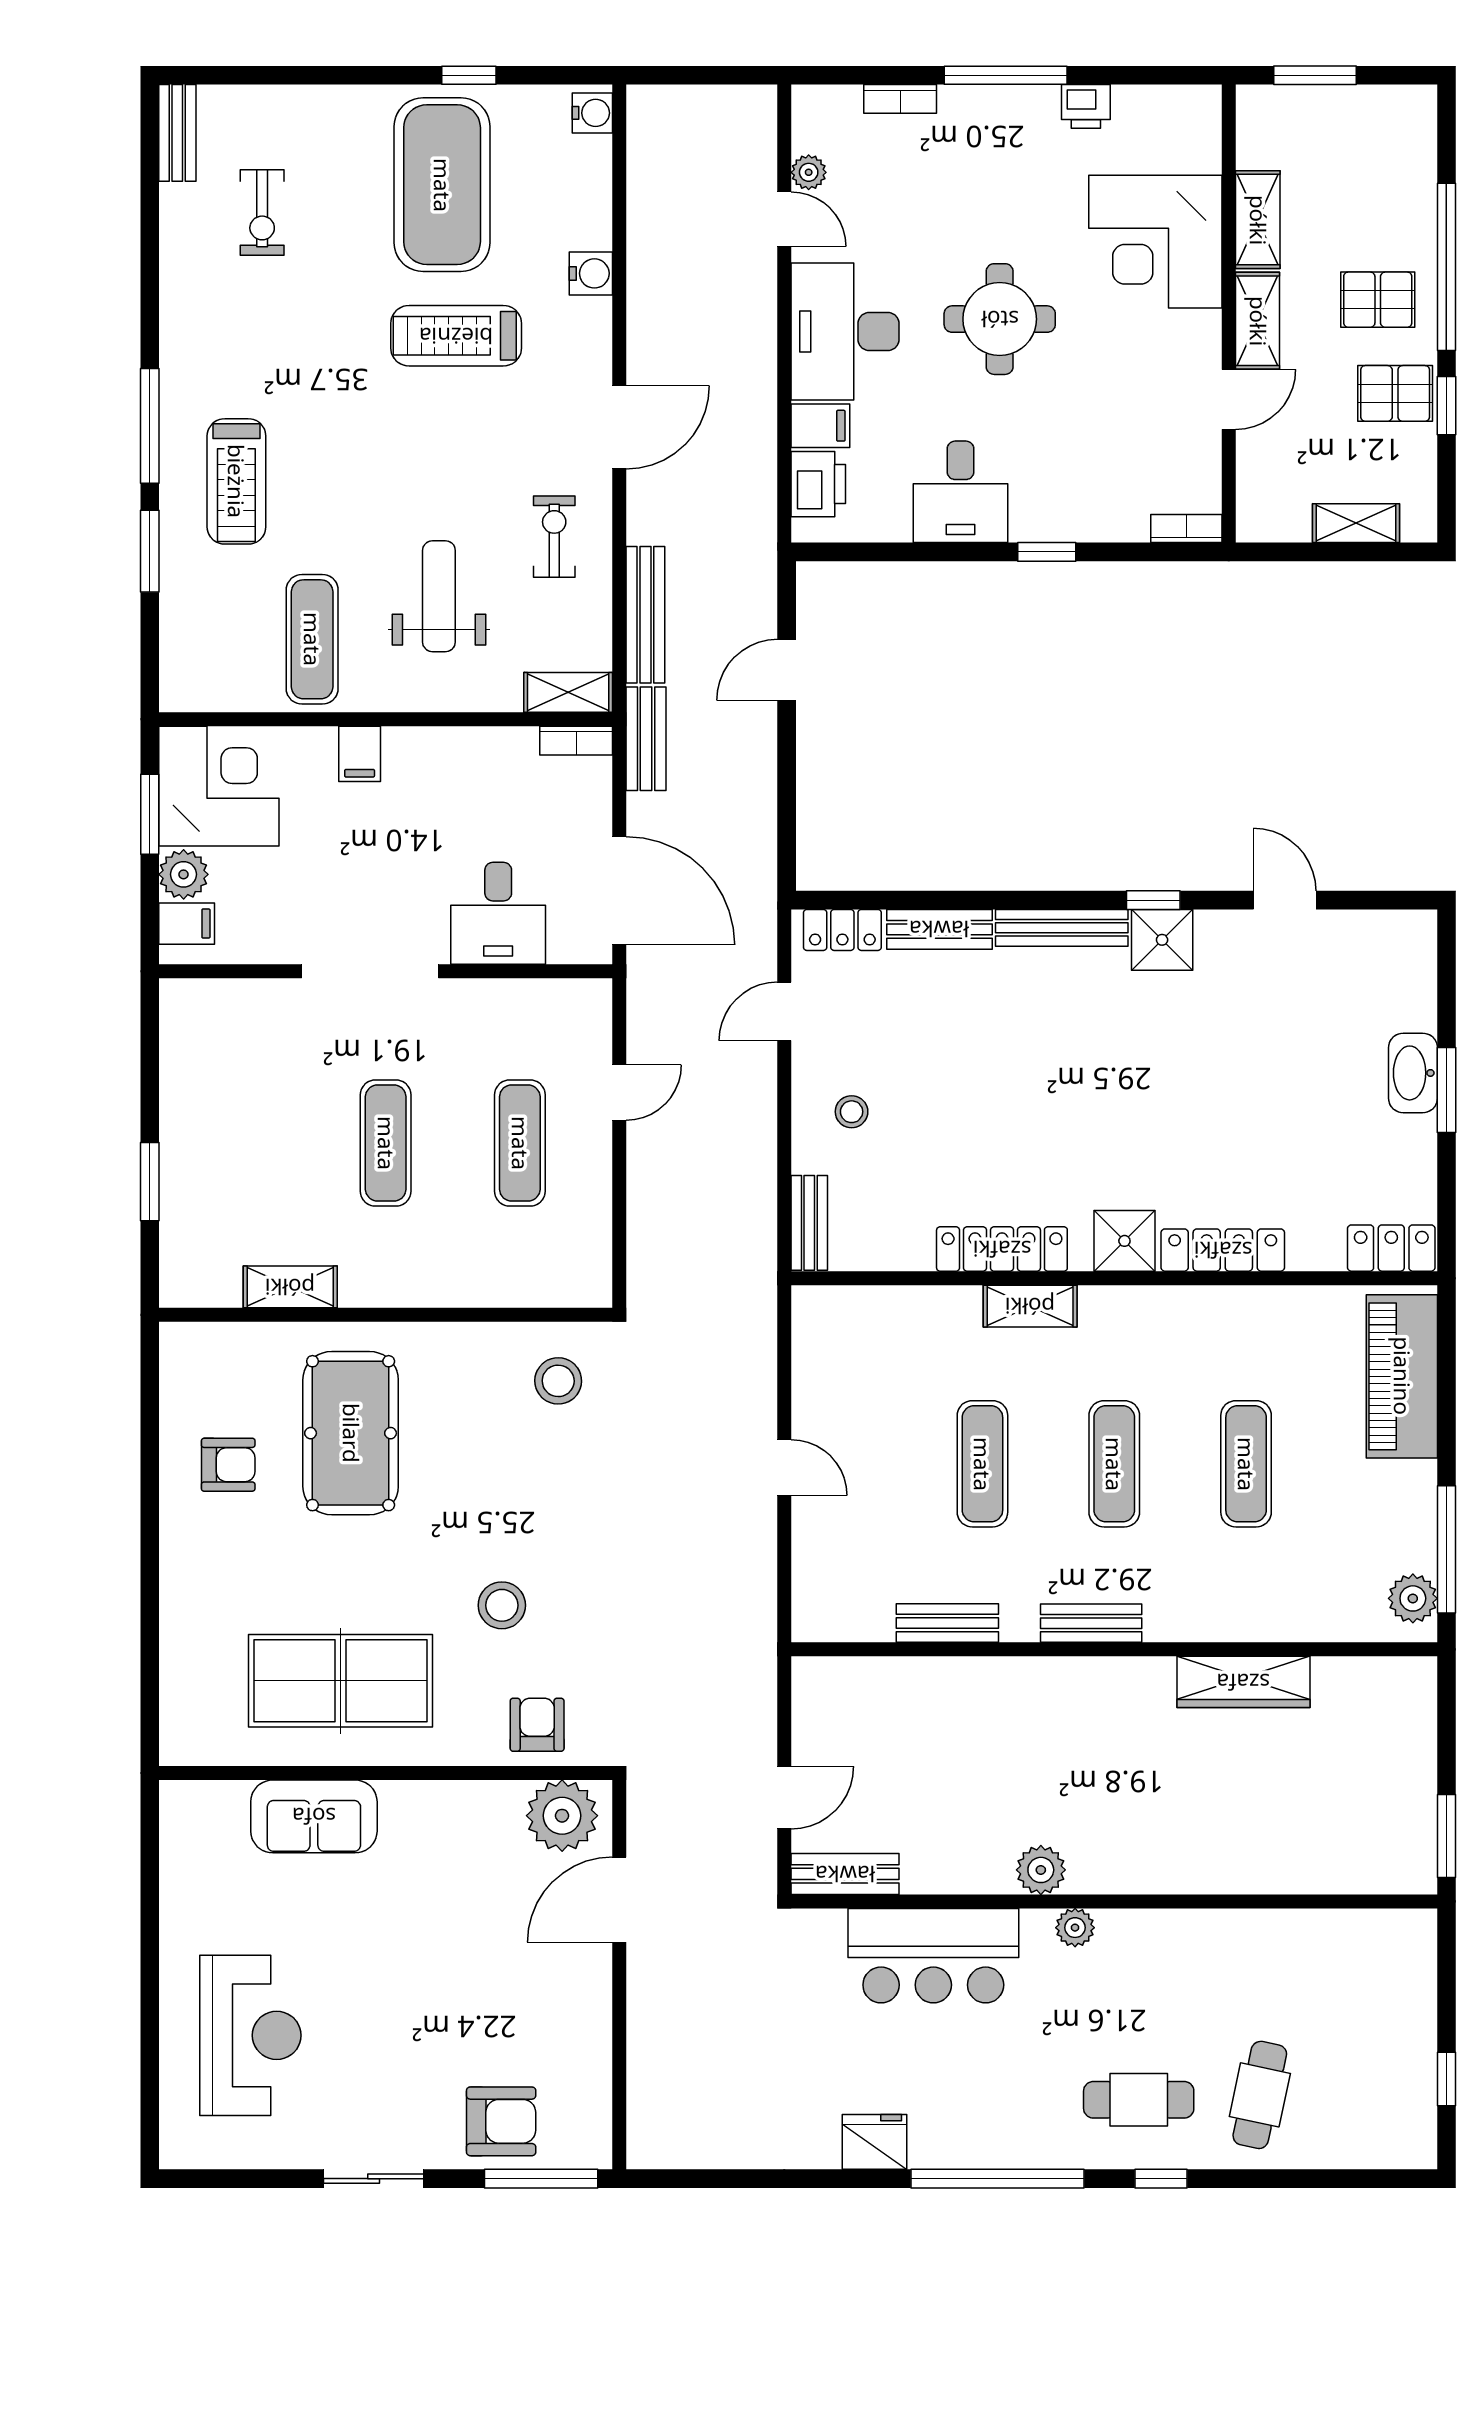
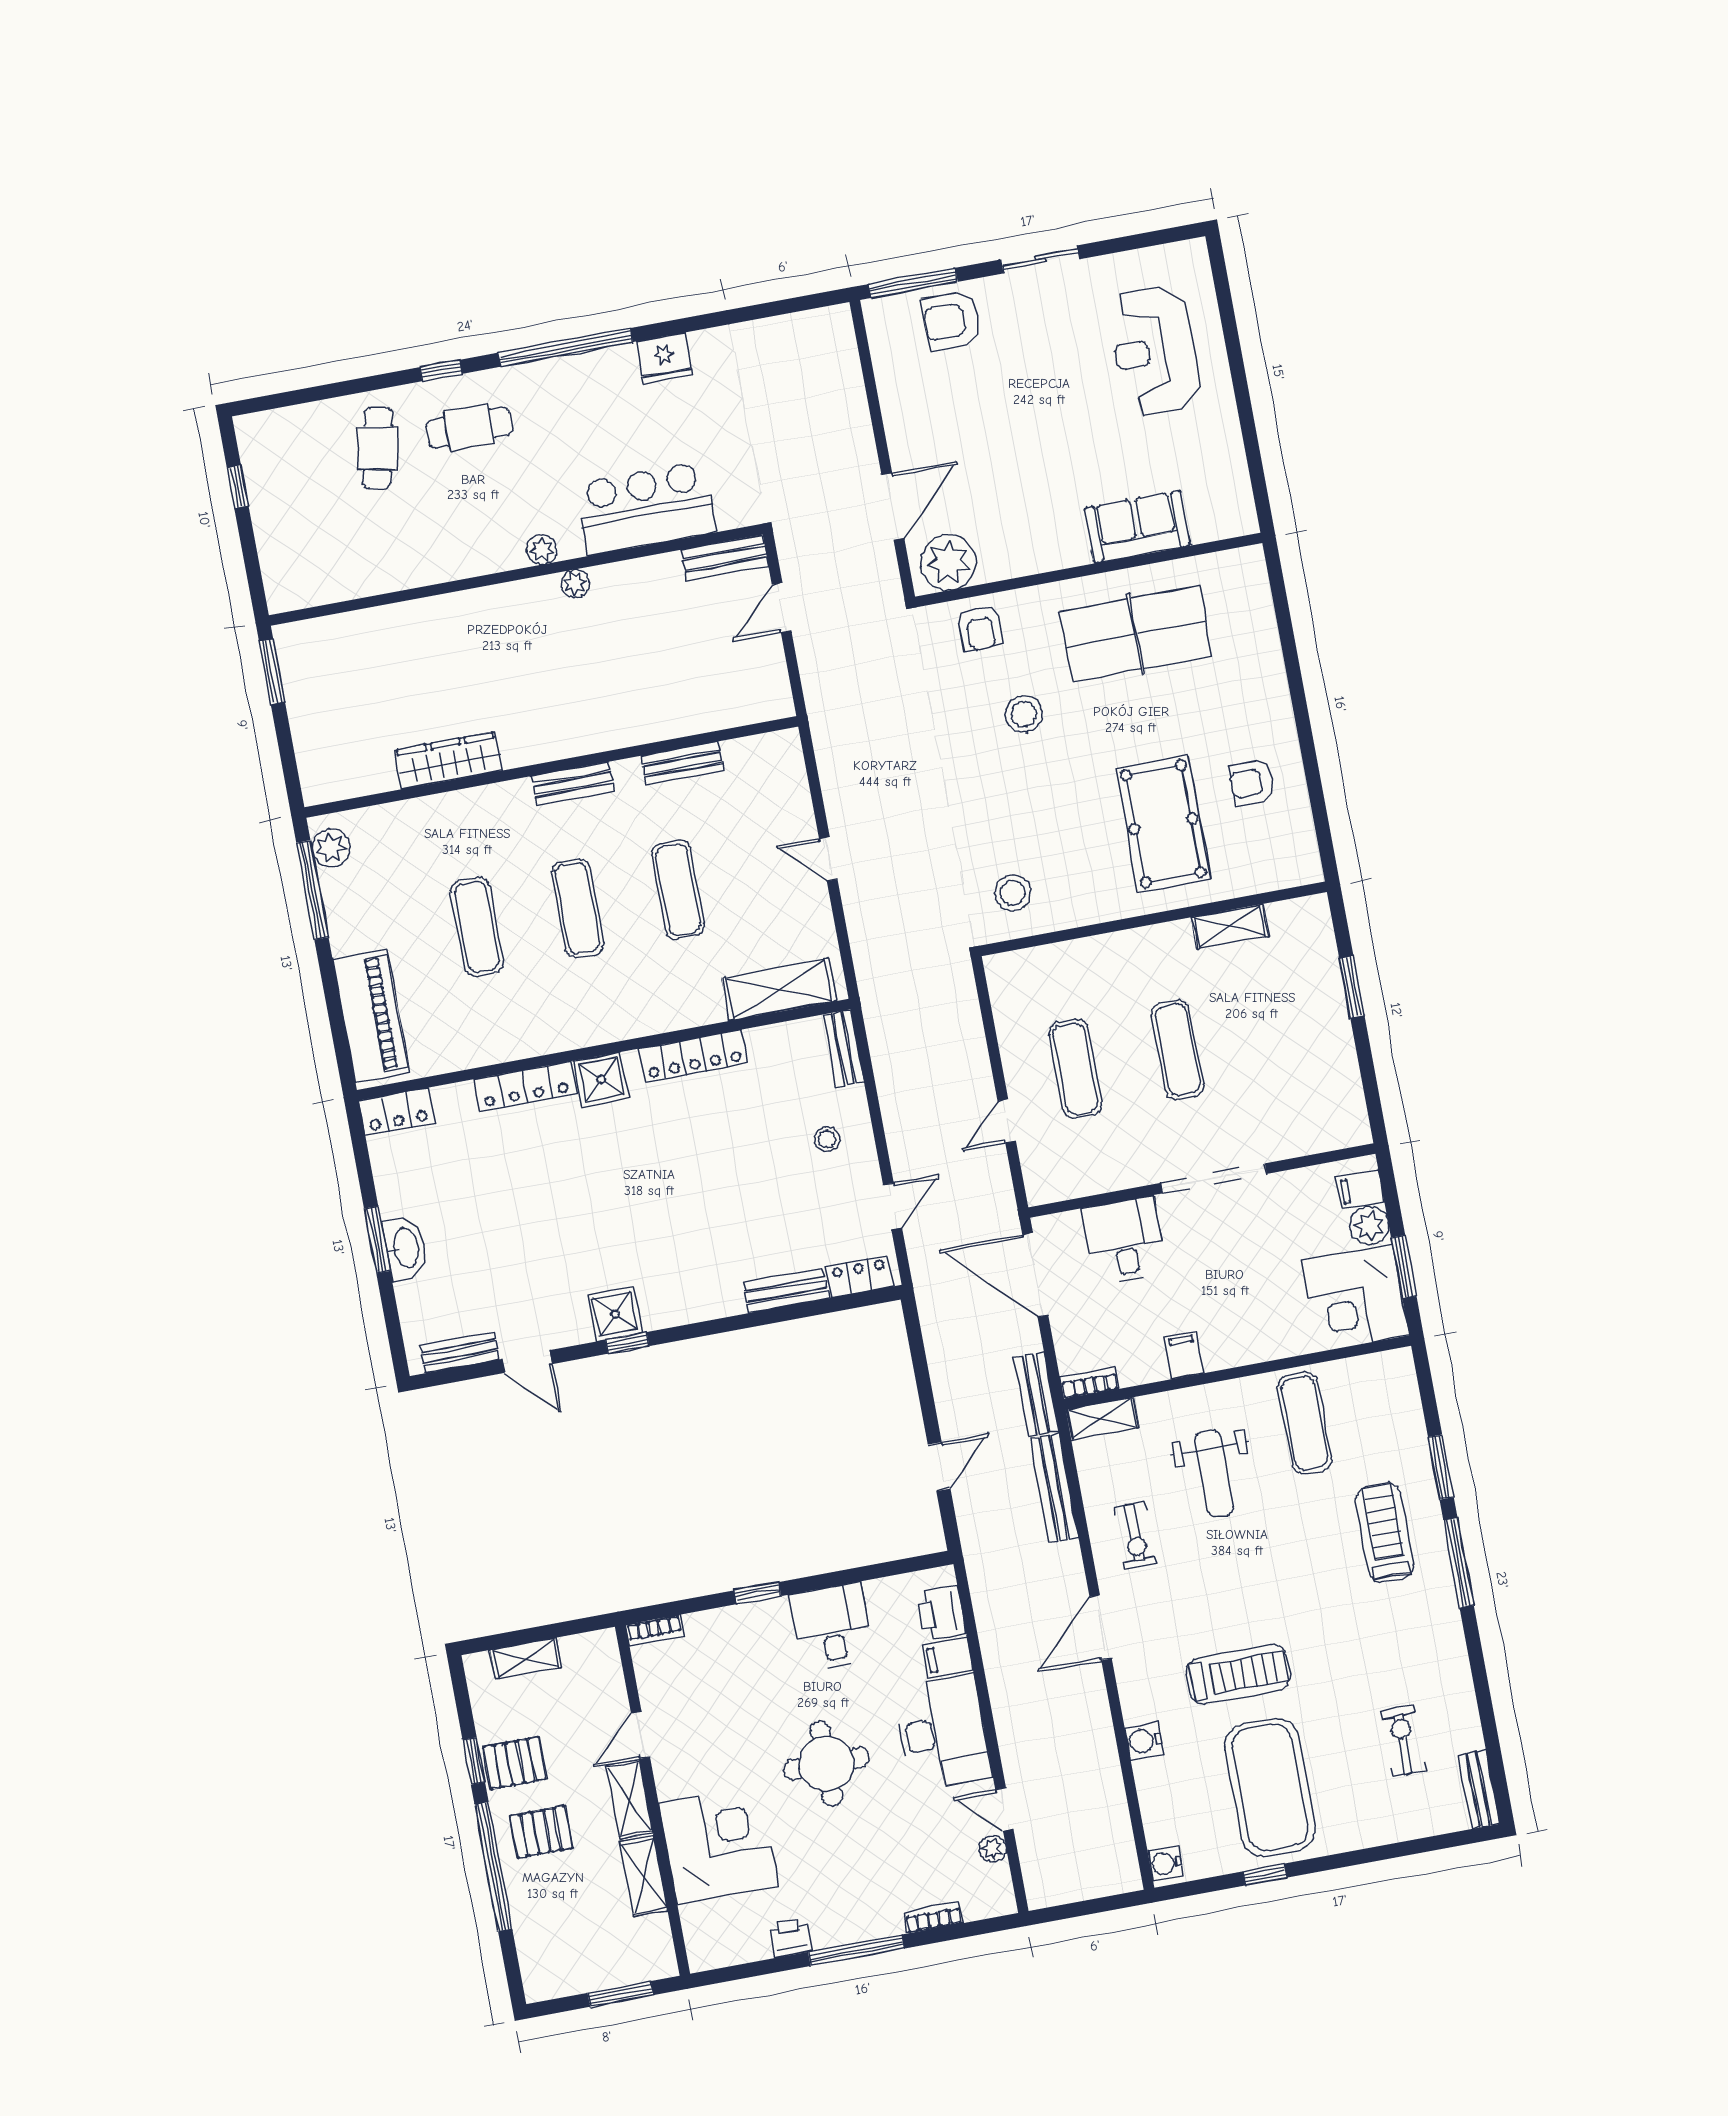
filing cabinet: (360, 754) -> (1184, 1355), moved
bench: (1062, 928) -> (460, 1352), moved, width x0.73
shelving: (1030, 1306) -> (779, 990), moved, width x1.50, depth x1.33
plant: (1041, 1870) -> (575, 583), width x0.73, depth x0.73

